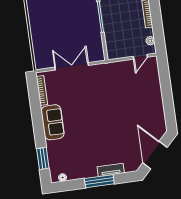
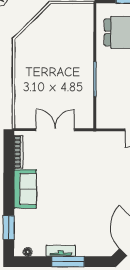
tv unit: (111, 170) -> (61, 251), moved

